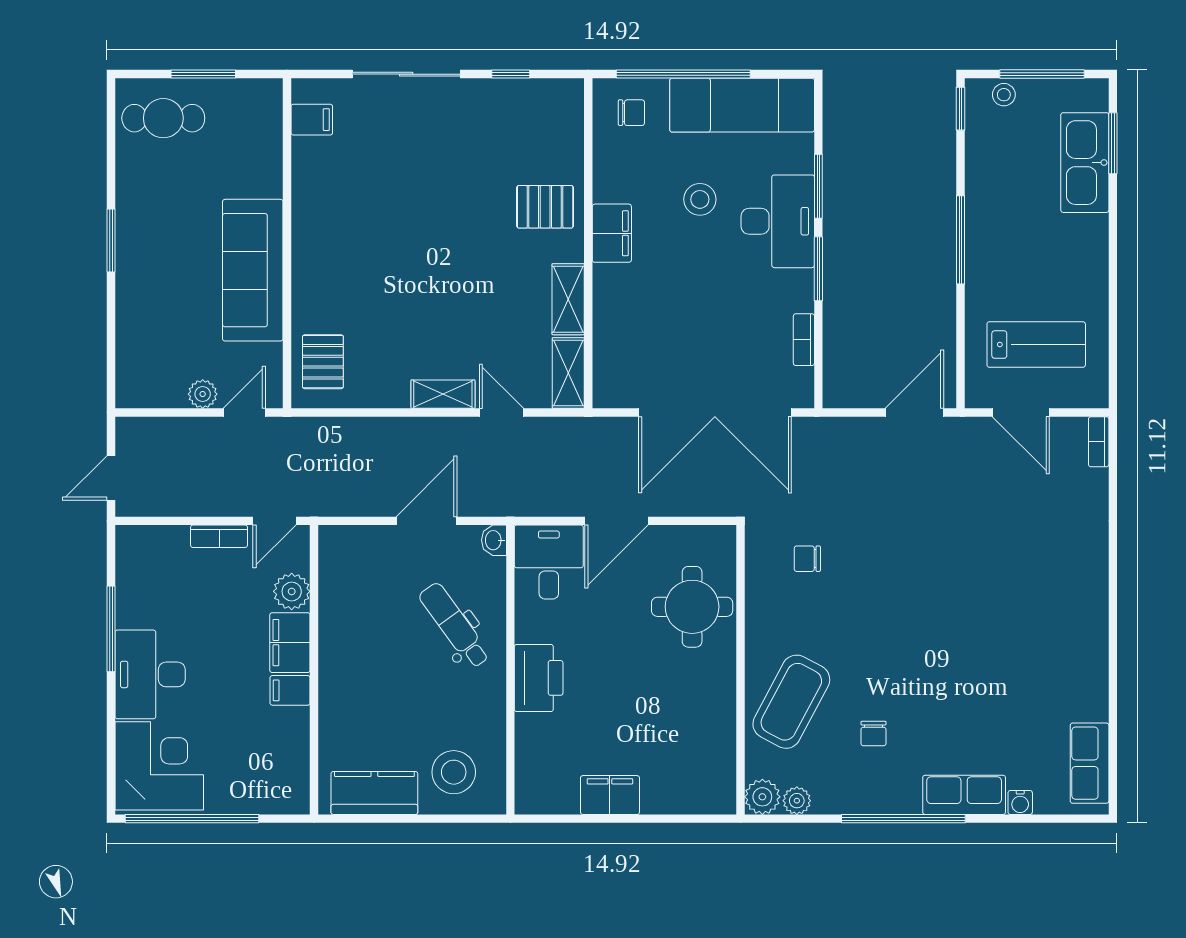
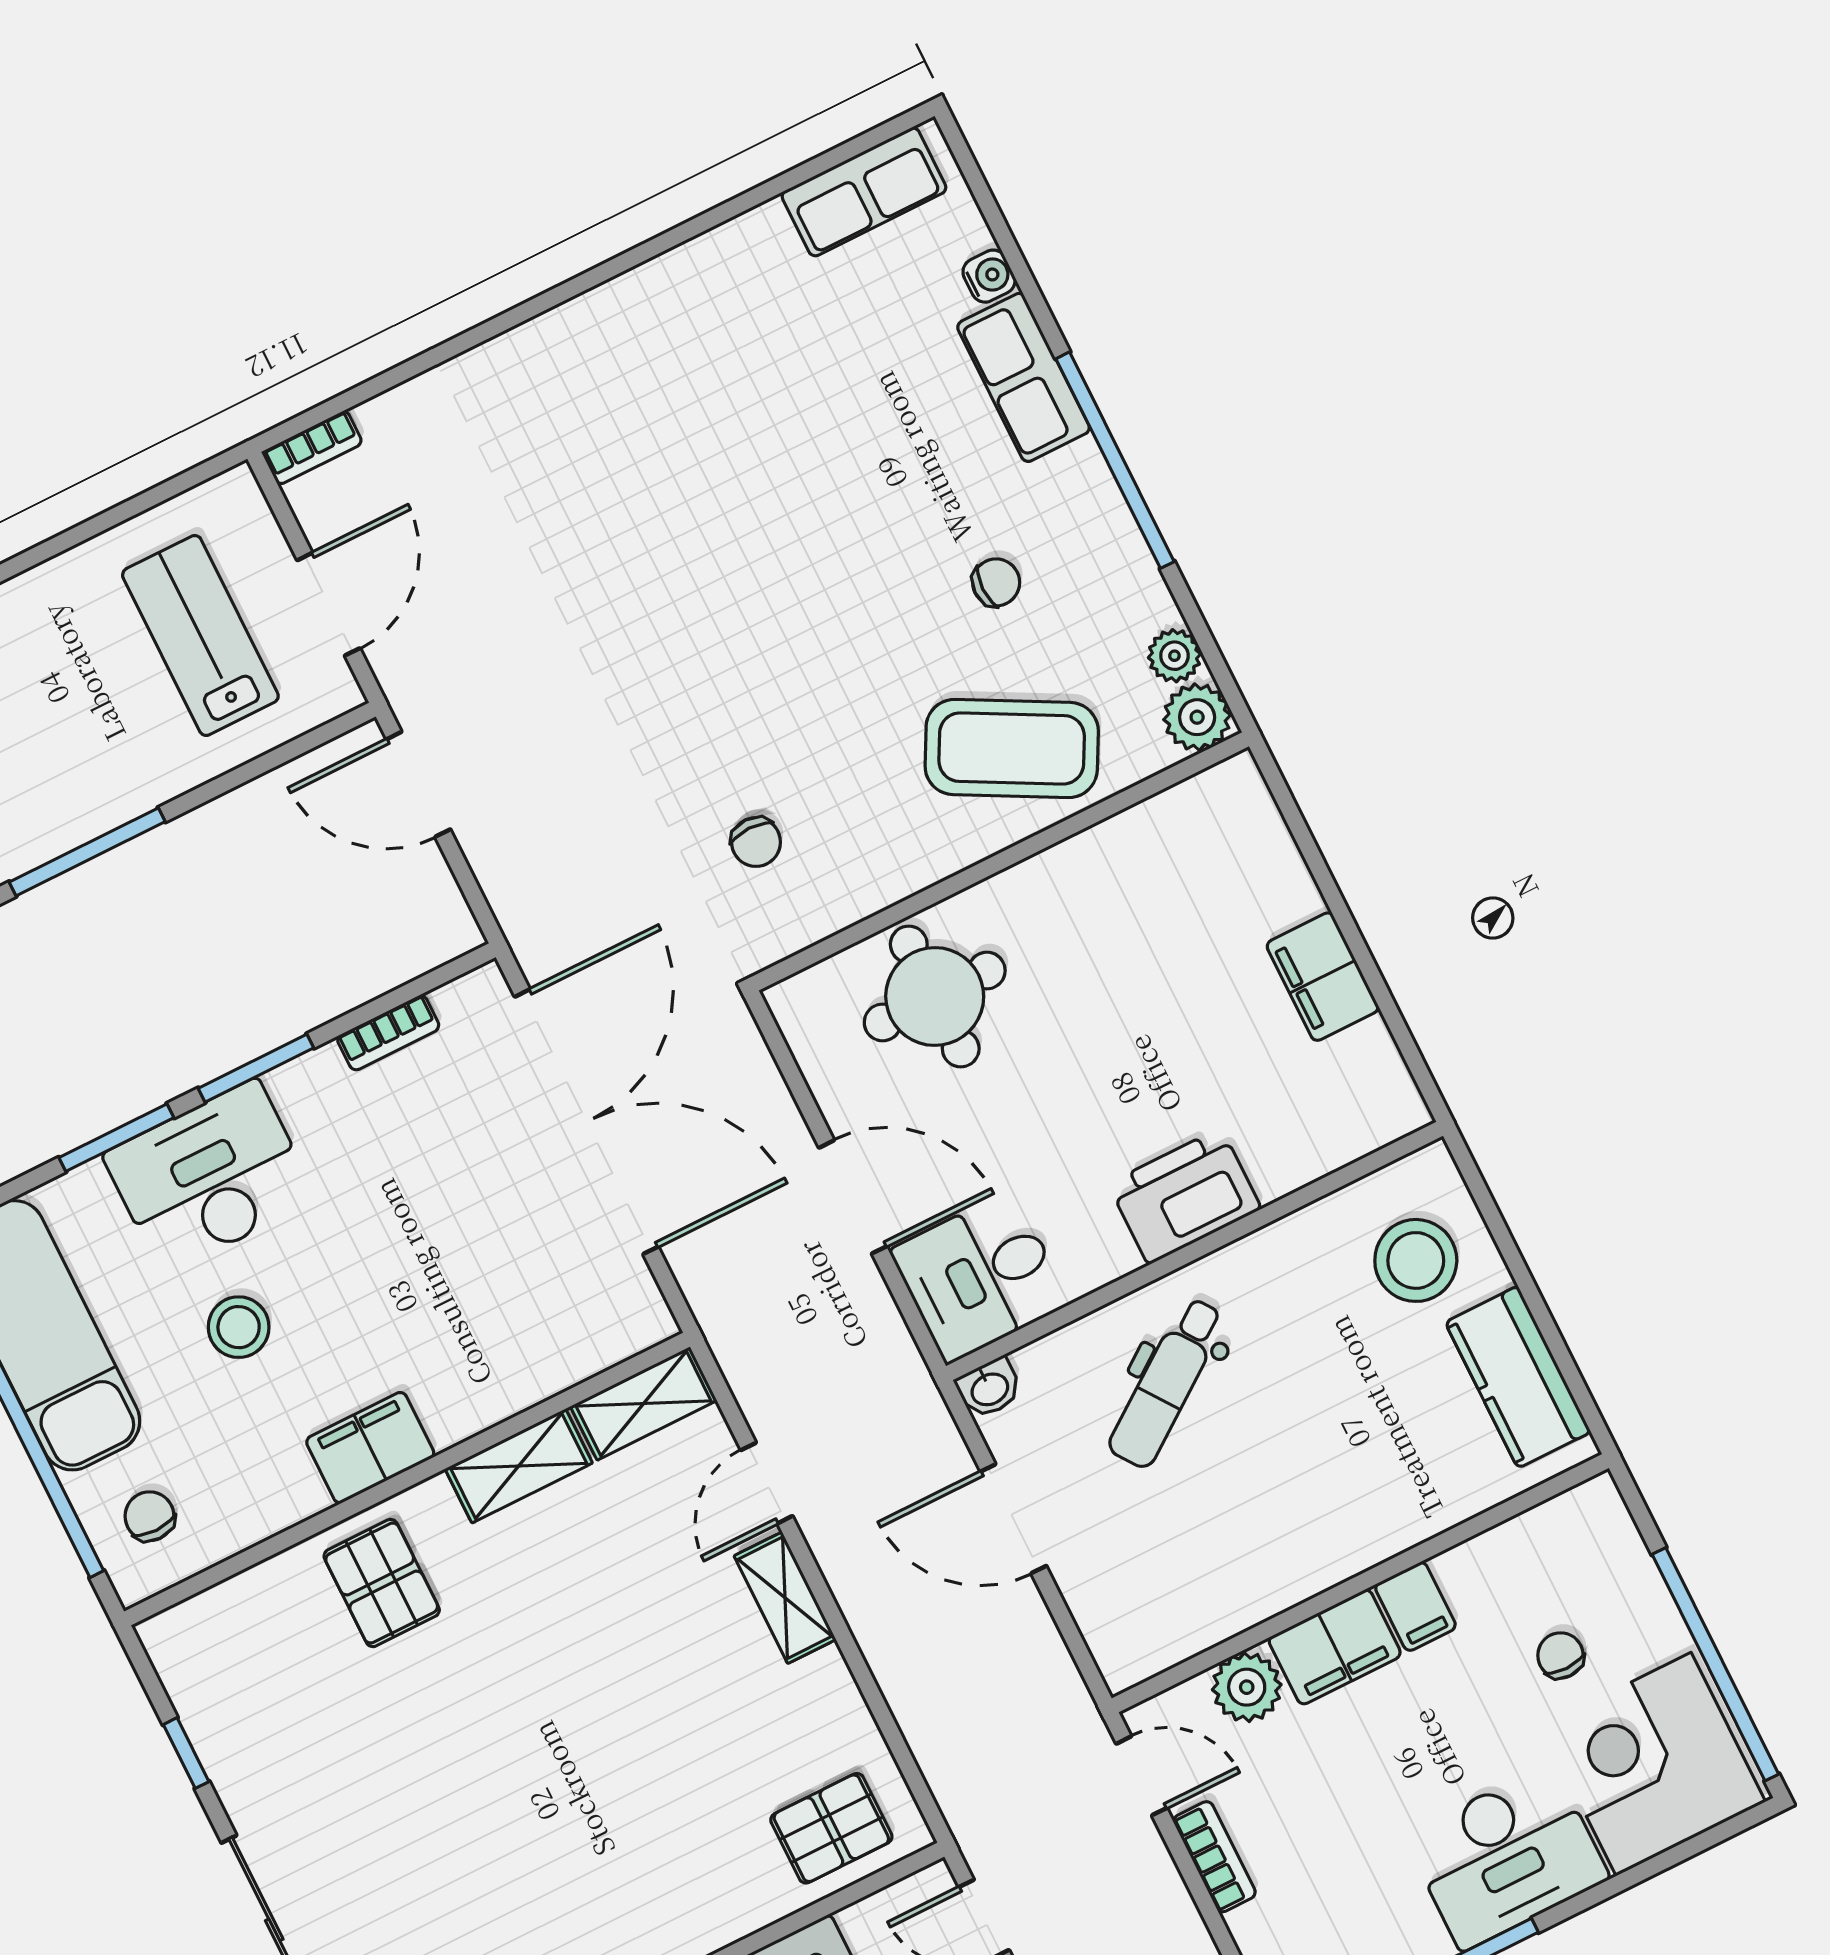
chair: (233, 747) -> (1561, 1655), added

